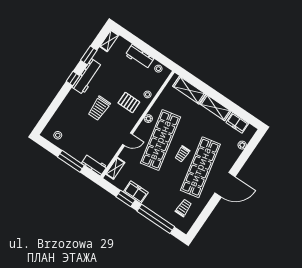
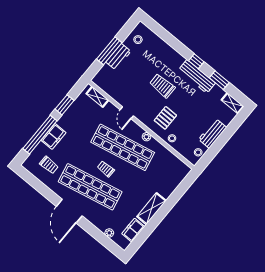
shelving: (189, 90) -> (172, 183), removed
workbench: (94, 165) -> (118, 57), moved
freezer: (136, 192) -> (53, 136), moved

